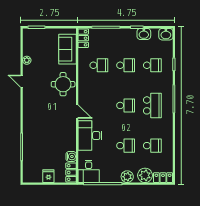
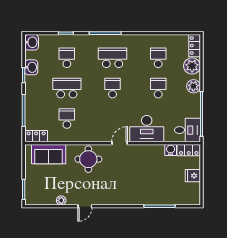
school desk: (126, 65) -> (67, 88), width x1.85

